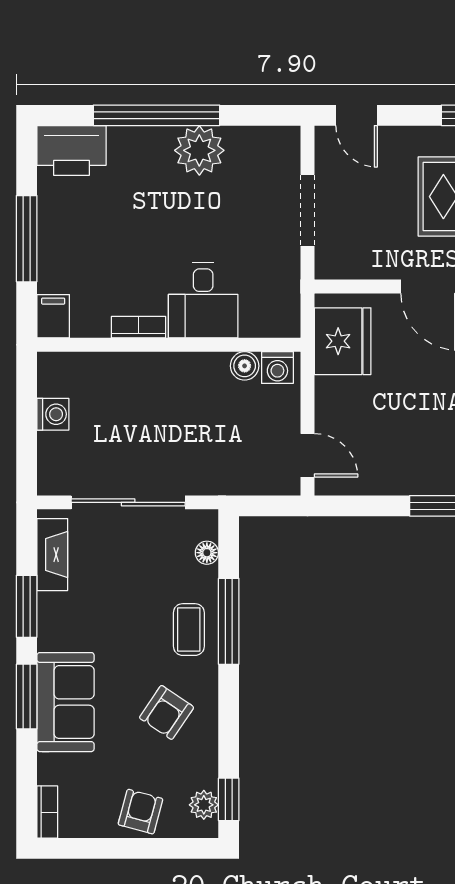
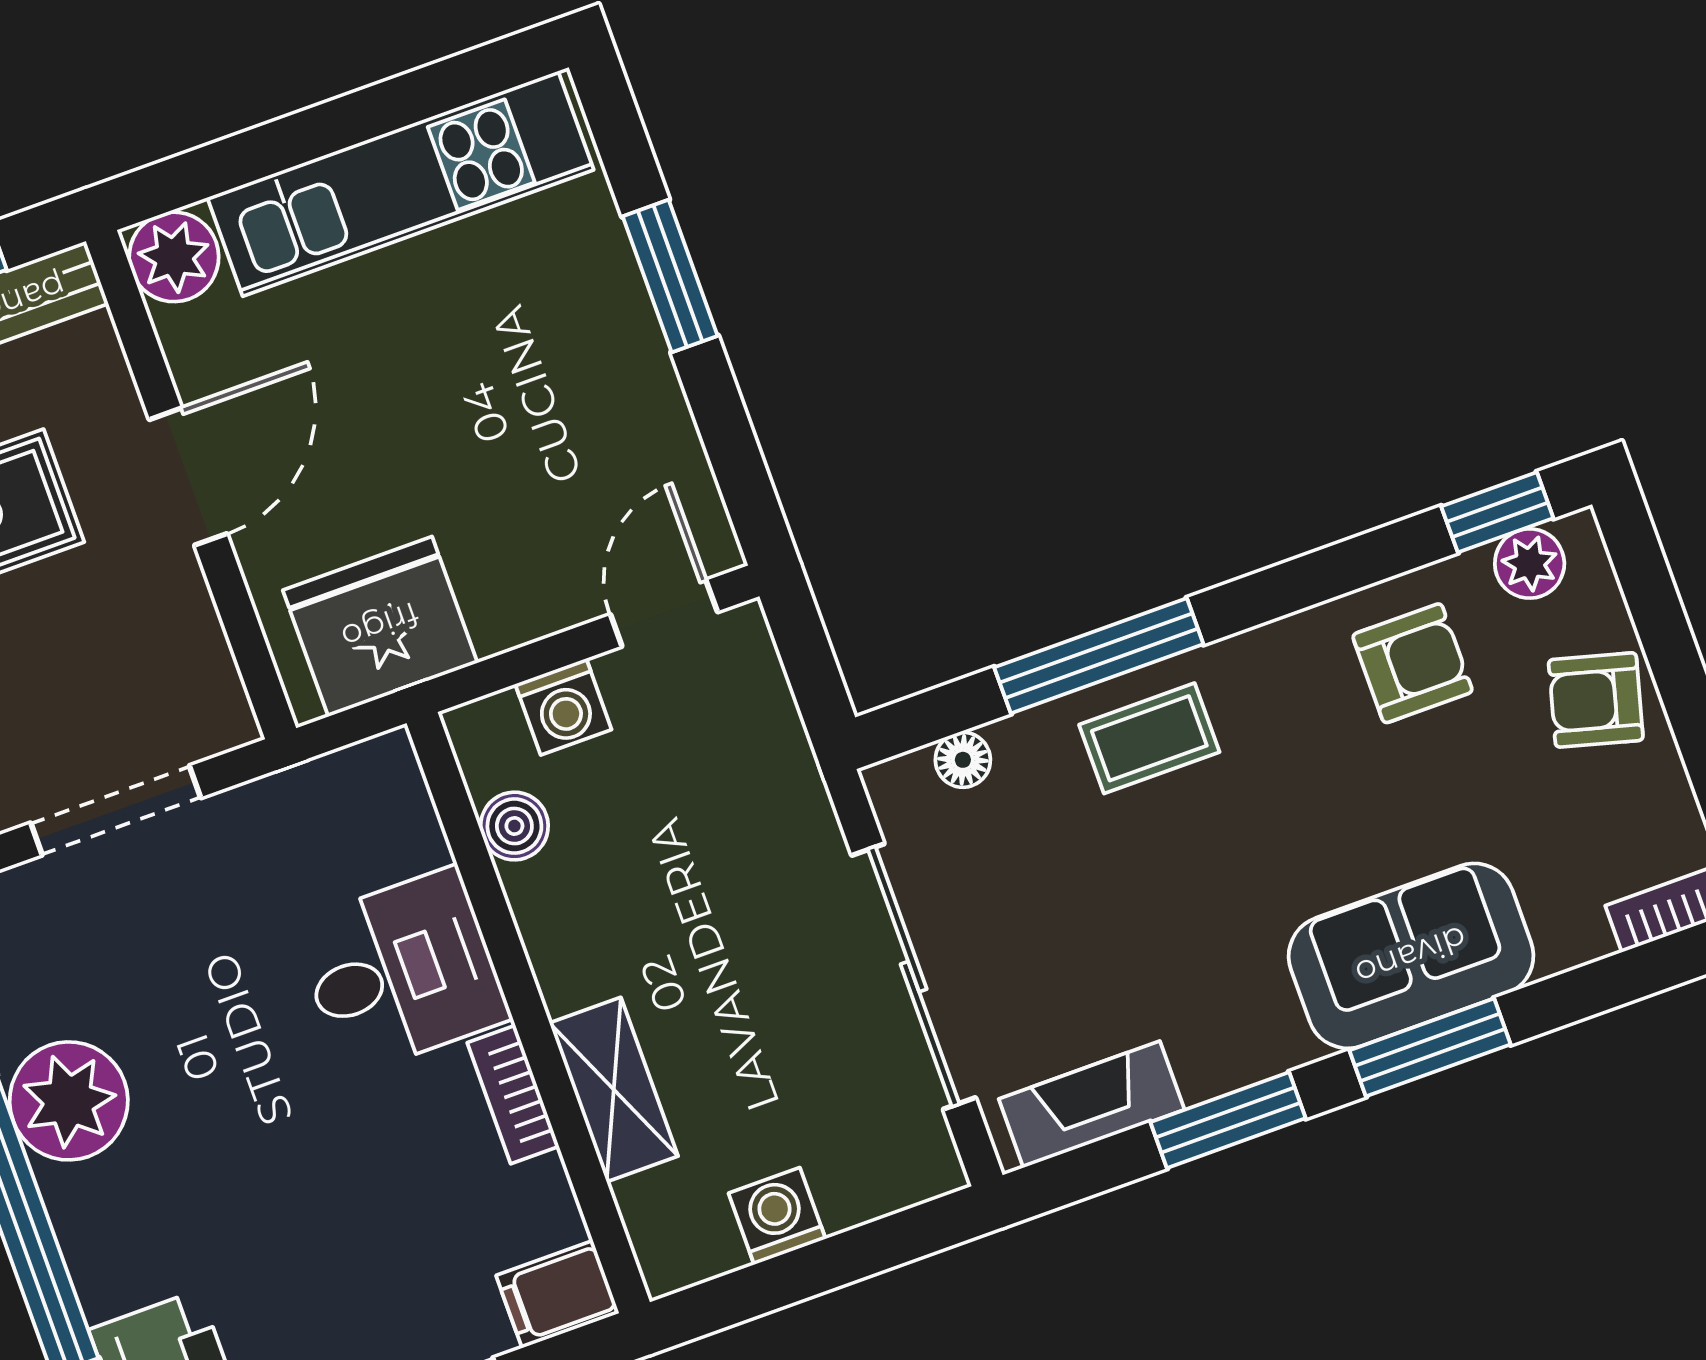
shelving: (126, 368) -> (614, 1090), added
washing machine: (277, 368) -> (563, 707), moved, turned 90
armchair: (167, 712) -> (1413, 663), moved, turned -34

